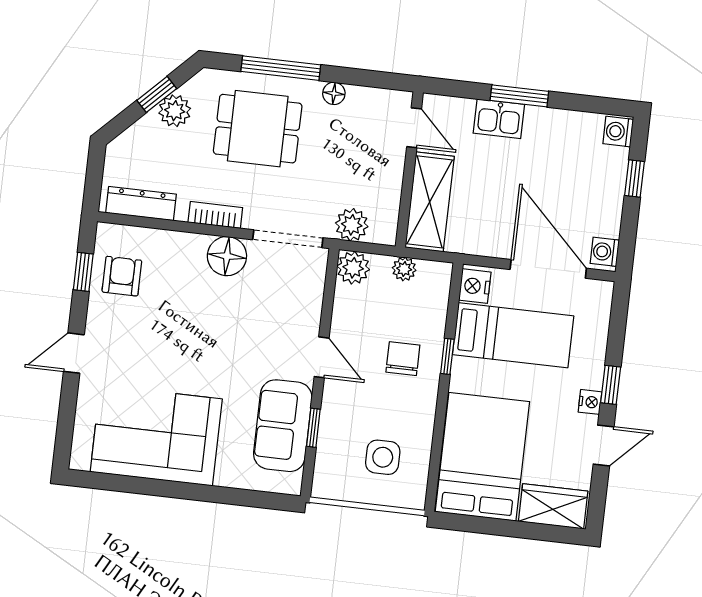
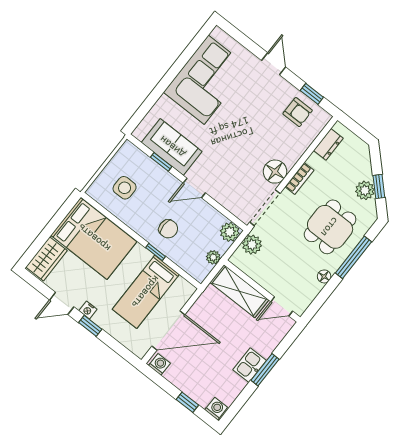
kitchen sink: (499, 119) -> (250, 365), moved
dresser: (141, 204) -> (328, 144), width x0.70
nightstand: (475, 286) -> (183, 288), removed
door: (604, 445) -> (62, 303), hinge flipped

